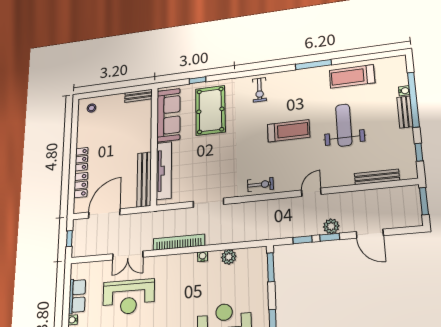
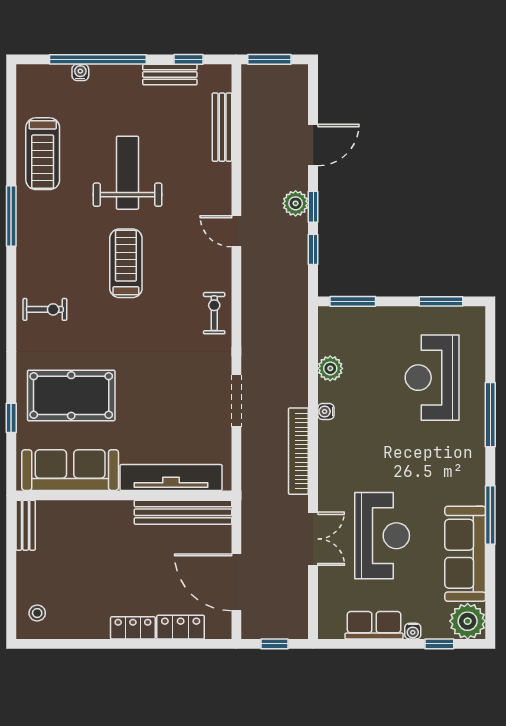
bench: (405, 112) -> (170, 75), moved
weight bench: (344, 125) -> (128, 173), turned 90

